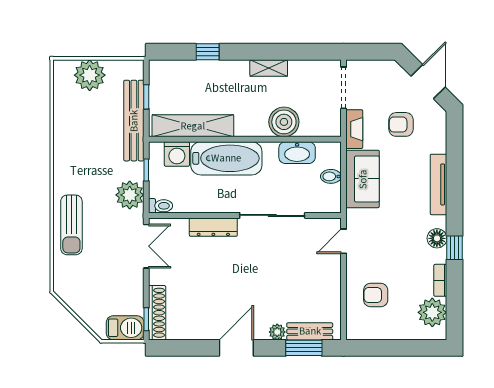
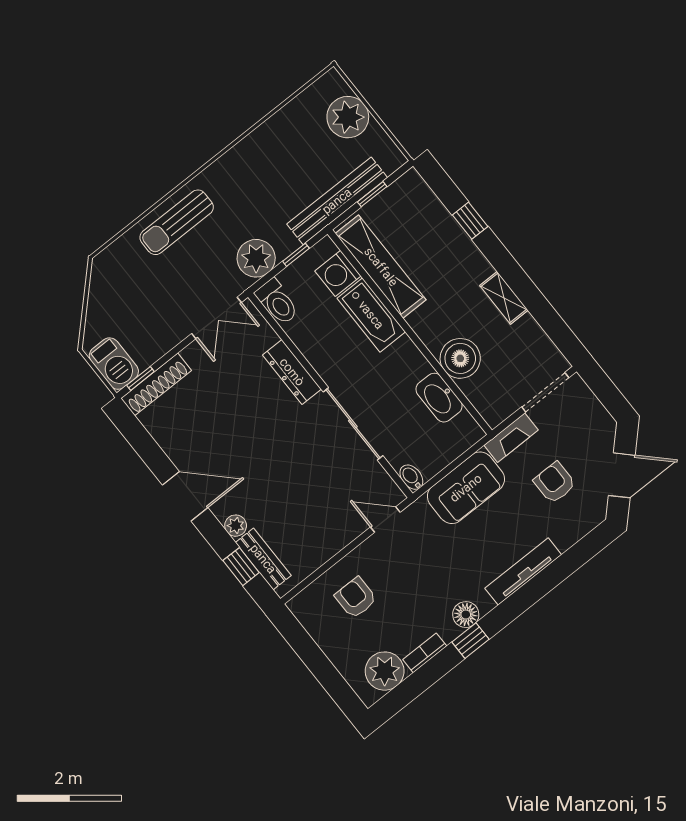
bathtub: (226, 158) -> (371, 315), width x0.73, depth x0.73
bidet: (331, 176) -> (411, 477), moved
toilet: (161, 206) -> (277, 302), width x1.37, depth x1.39
window: (304, 348) -> (241, 567), width x0.67

